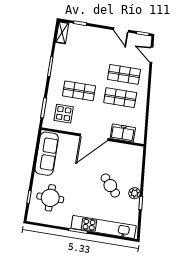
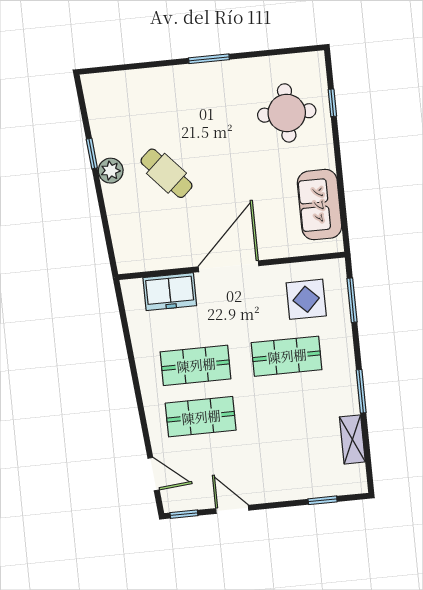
shelving: (62, 33) -> (352, 439), moved
sofa: (47, 154) -> (320, 205), width x0.73
kitchen unit: (104, 227) -> (157, 82), removed

